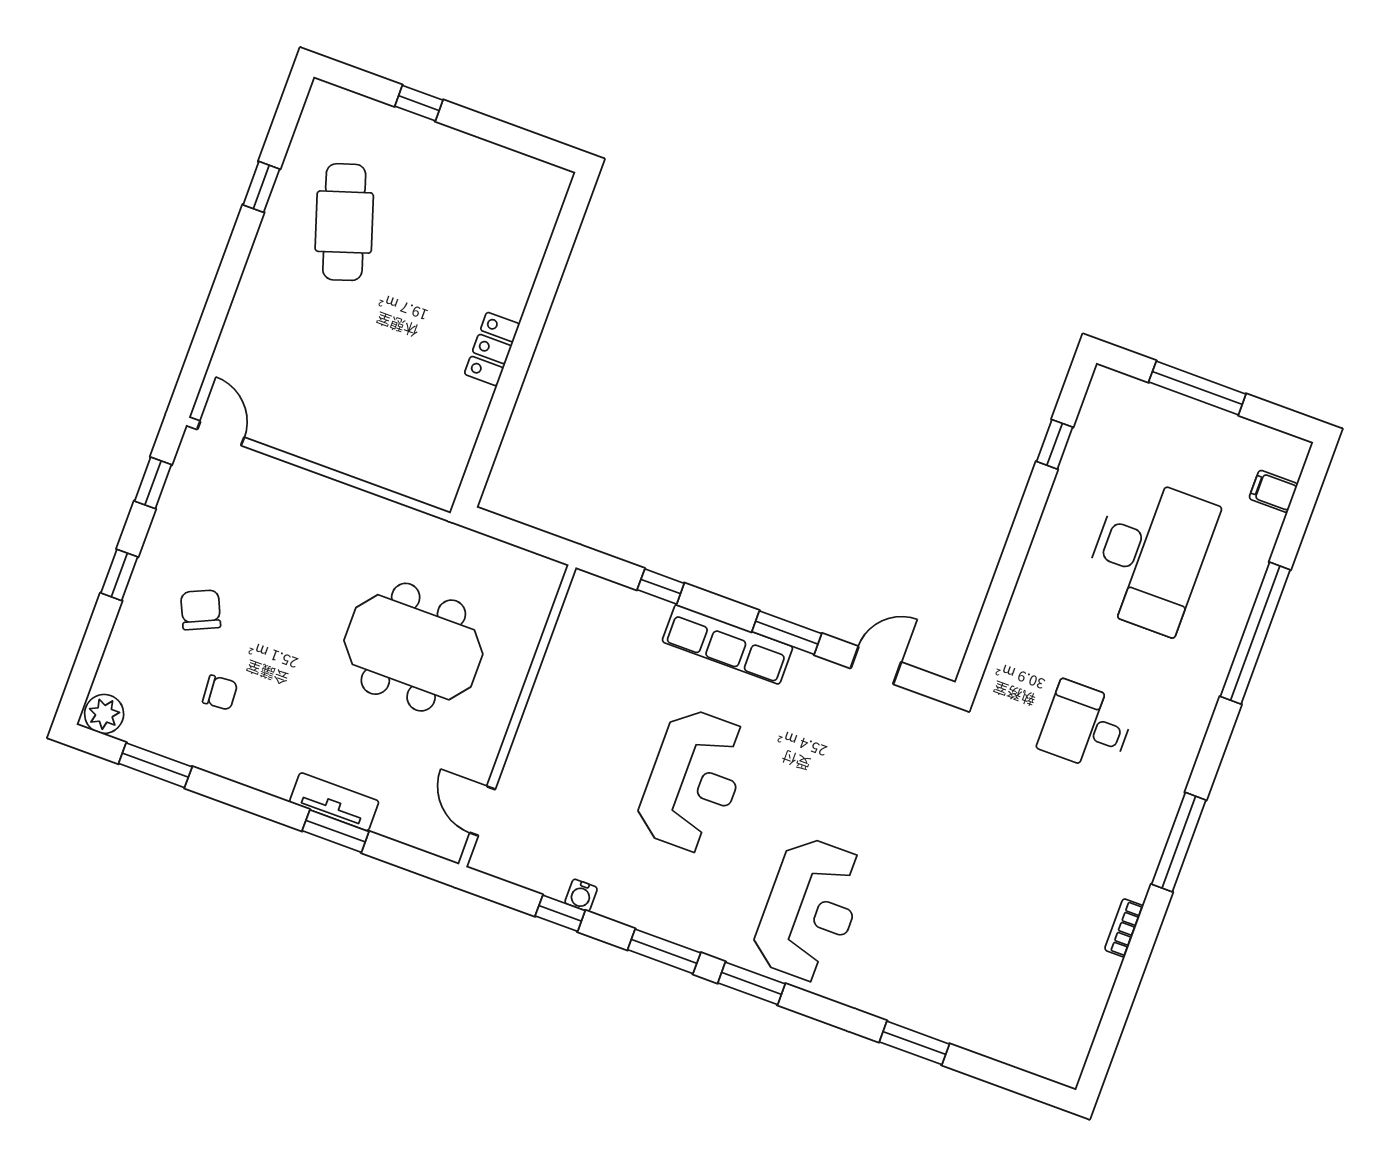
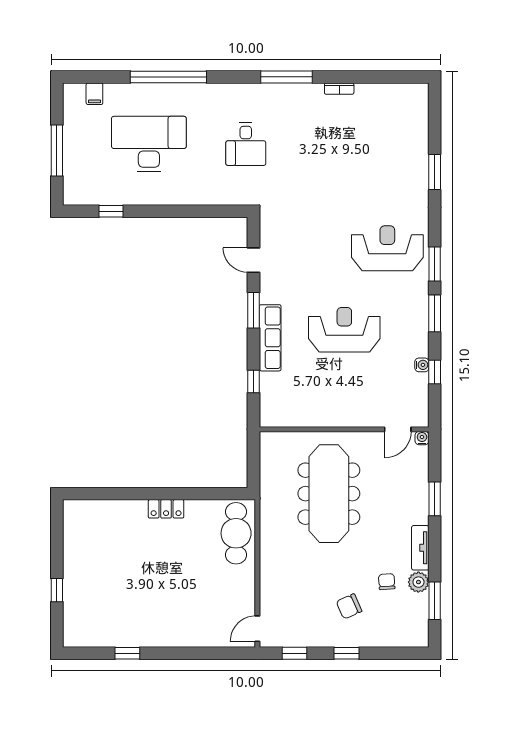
cafe table: (344, 222) -> (236, 533), moved, turned -72
meeting table: (413, 647) -> (329, 494), width x1.36
plant: (104, 714) -> (418, 582), moved
tv unit: (334, 802) -> (420, 548), moved
water cooler: (451, 848) -> (422, 438), added

